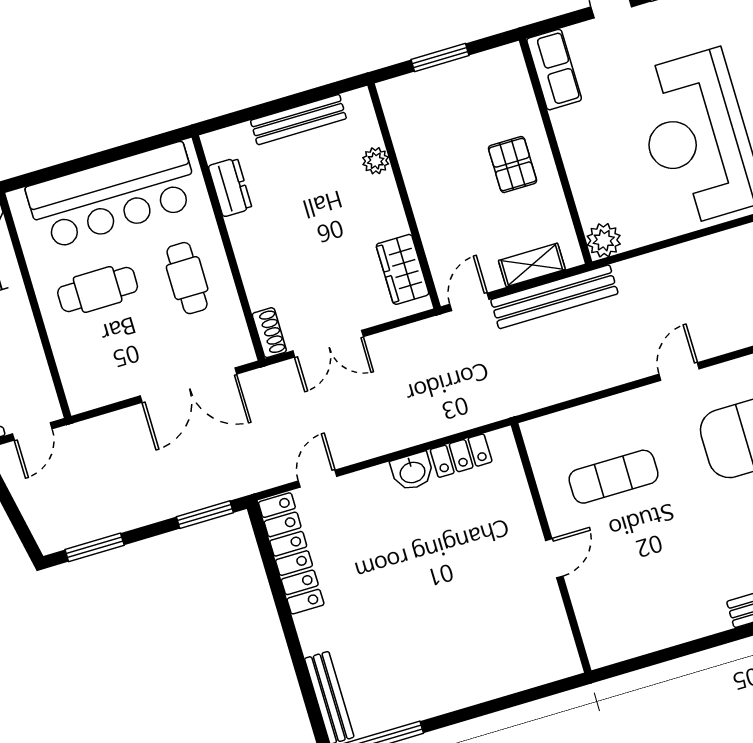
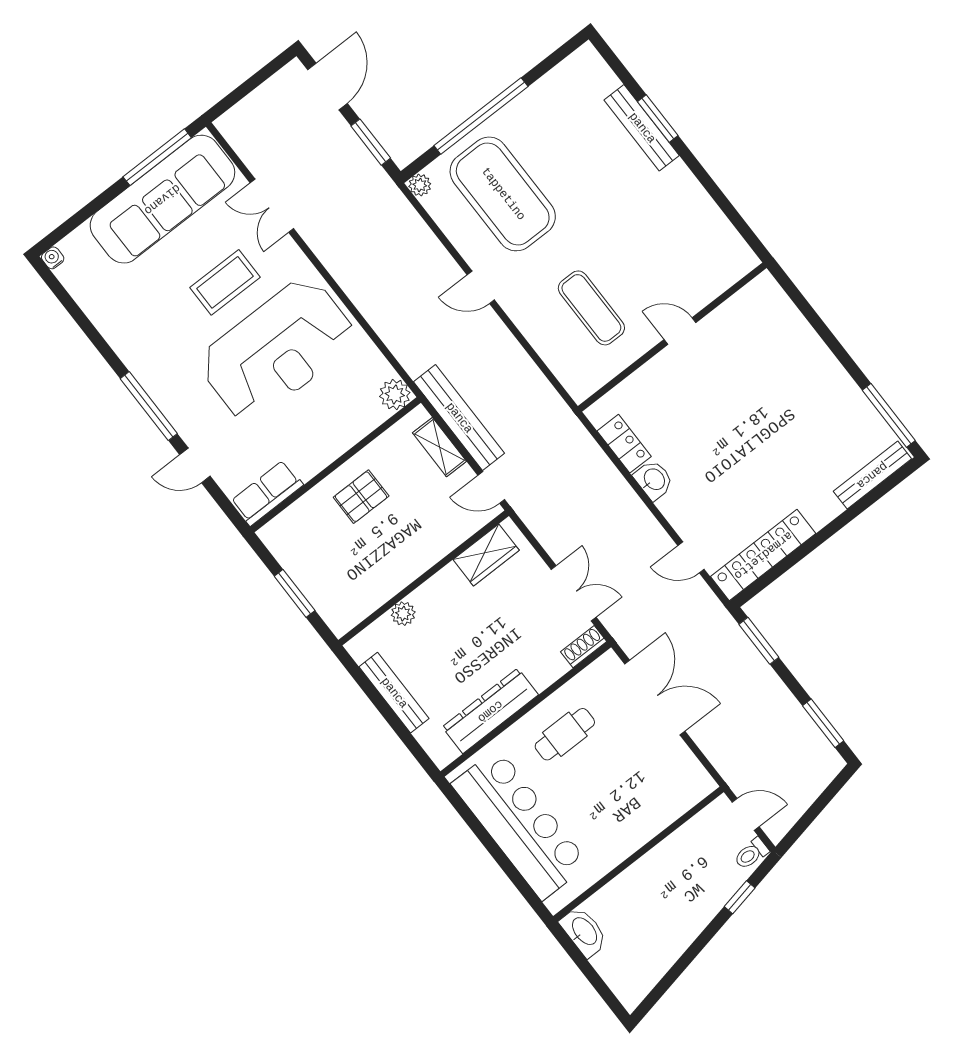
dresser: (230, 187) -> (490, 711), width x1.96, depth x1.24
cafe table: (98, 290) -> (604, 806), removed

